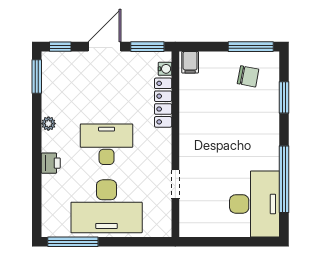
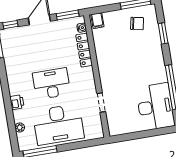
plant: (48, 124) -> (20, 127), moved

